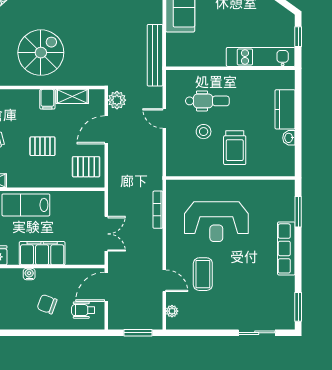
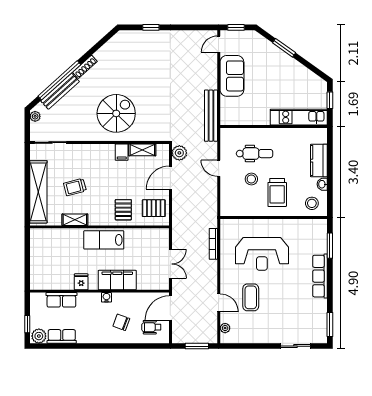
pallet: (42, 146) -> (123, 210), moved, turned 90
stool: (277, 161) -> (312, 203), added

